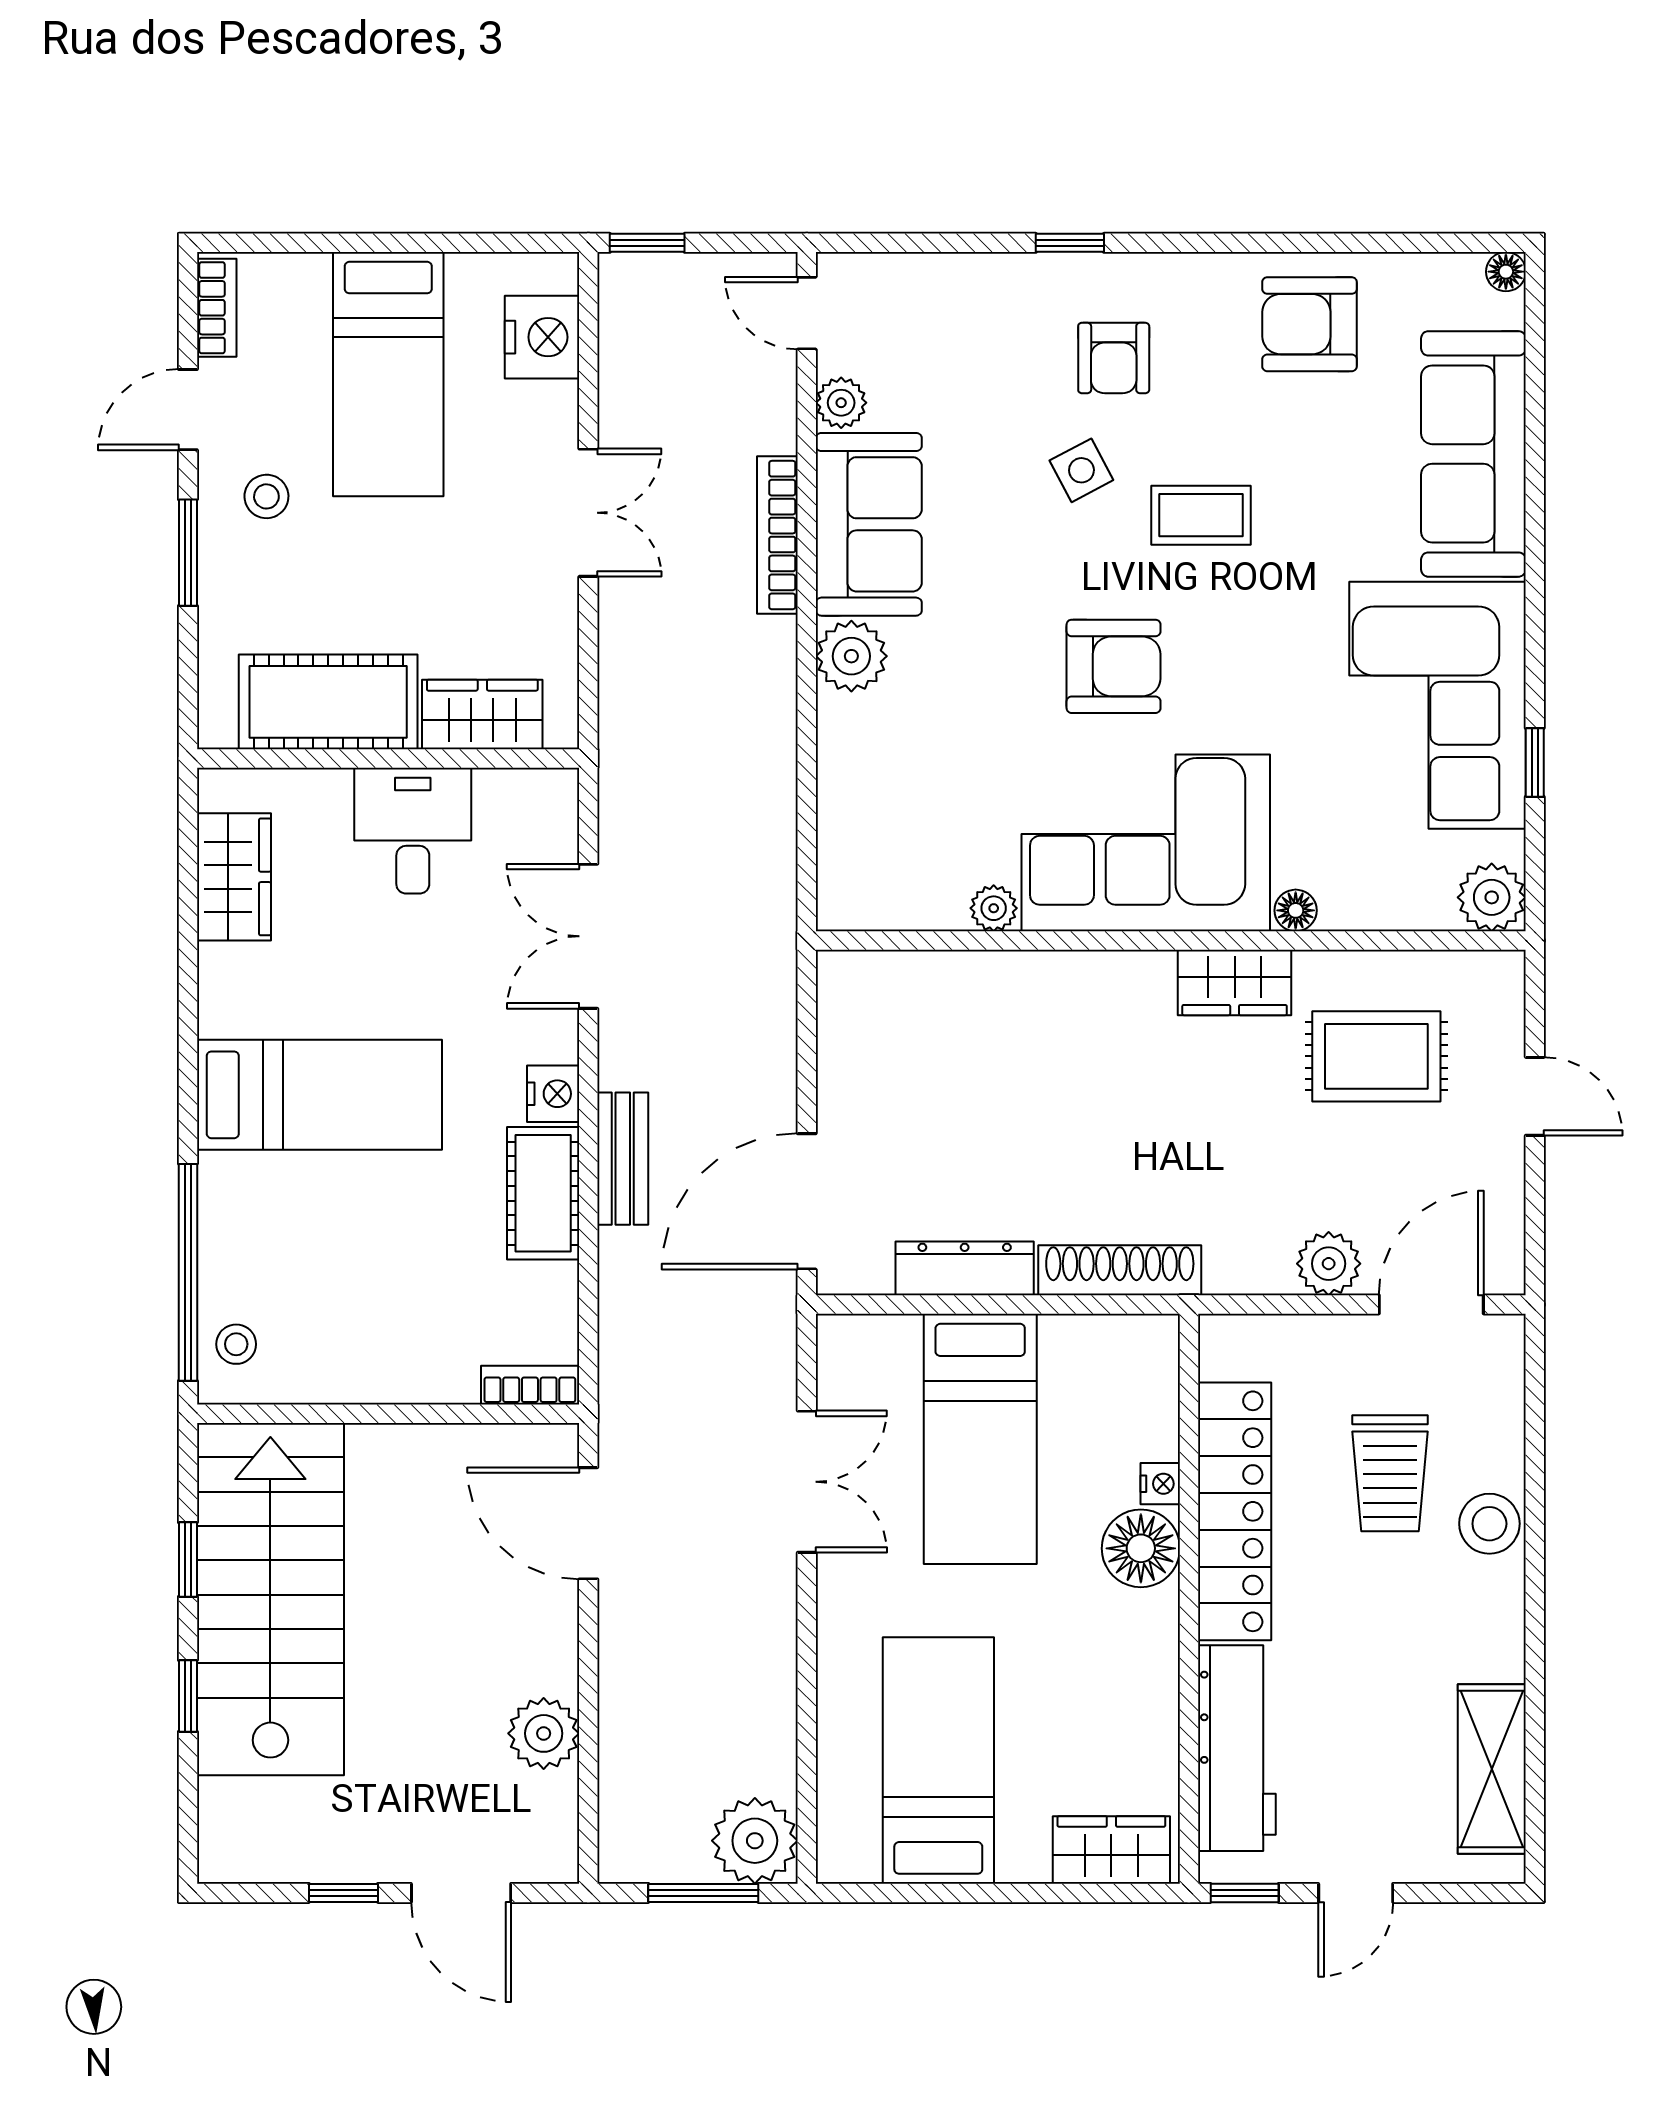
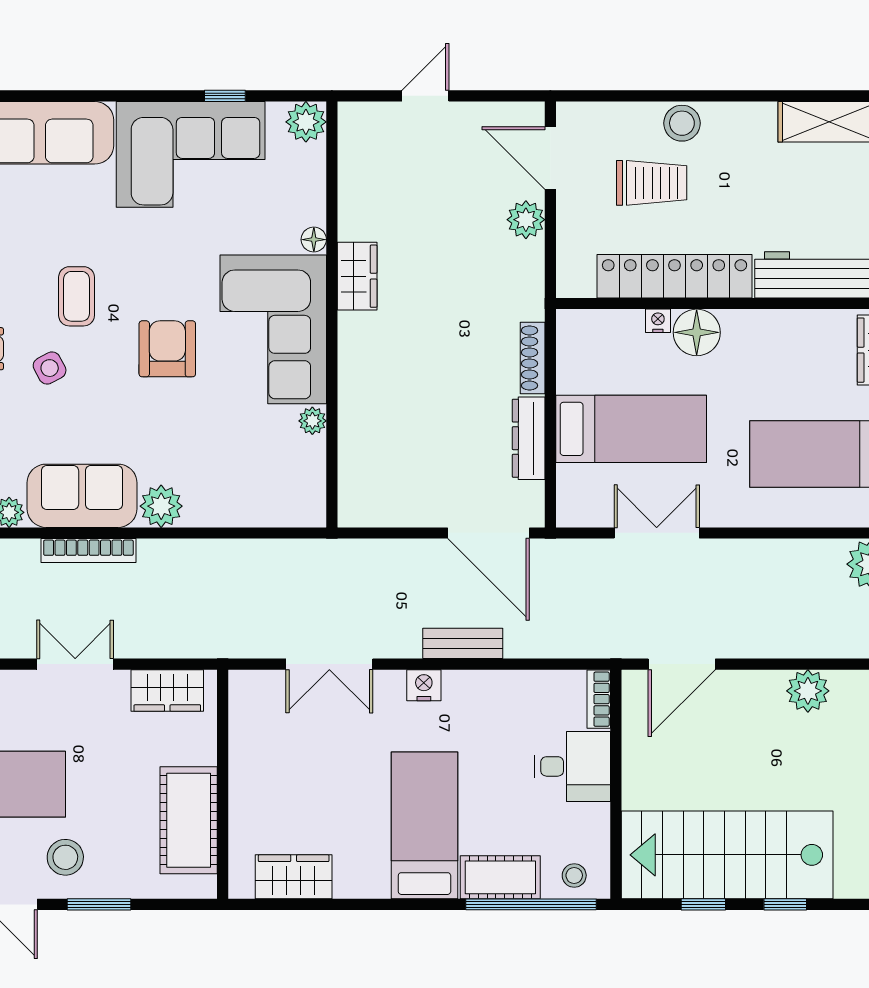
stool: (266, 496) -> (65, 857), width x1.37, depth x1.37
wardrobe: (482, 714) -> (167, 690), moved, turned -90
desk: (413, 831) -> (573, 766), moved, turned 180
rug: (1376, 1056) -> (401, 191), removed
cot: (543, 1193) -> (500, 877), moved
shoe rack: (1120, 1270) -> (533, 358), width x0.74, depth x0.81

